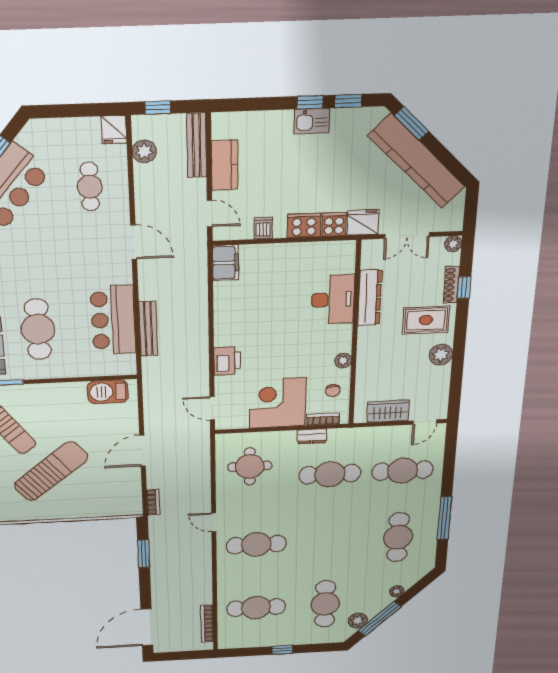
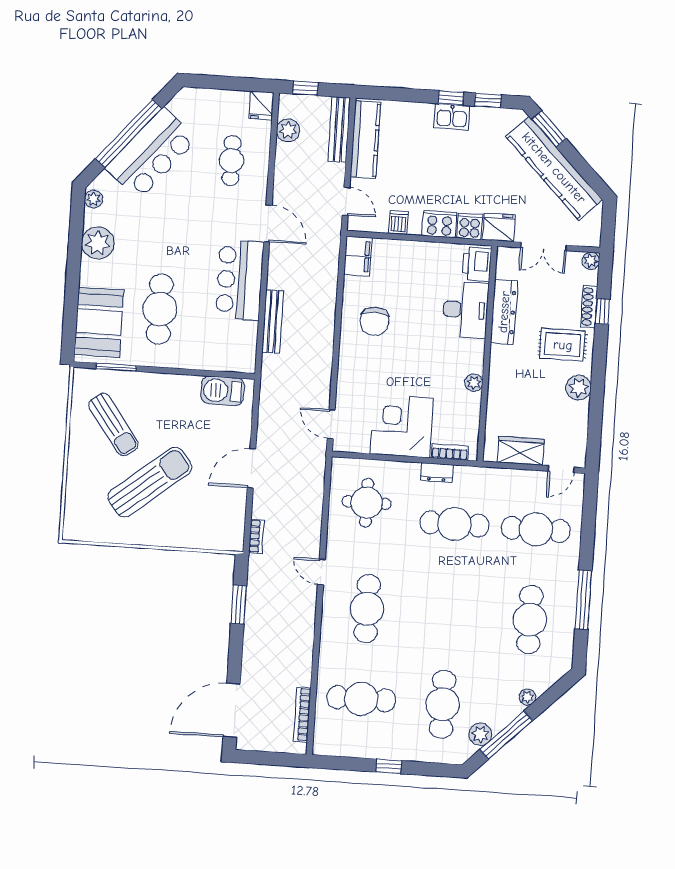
kitchen counter: (225, 165) -> (365, 140), width x1.50
bar counter: (113, 320) -> (240, 280), moved
printer: (227, 361) -> (477, 264), moved, turned 180
chair: (333, 391) -> (375, 321), moved, width x1.87, depth x1.87
cafe table: (256, 545) -> (367, 609), turned 90

